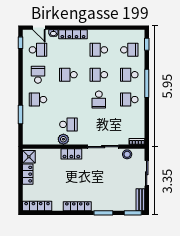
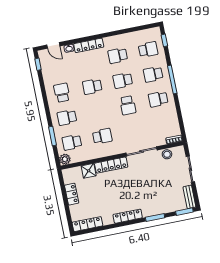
school desk: (38, 50) -> (72, 142), moved, turned 180
plant: (63, 139) -> (65, 159), moved
locker: (71, 154) -> (111, 165), width x1.53
shower: (29, 157) -> (89, 171), moved

